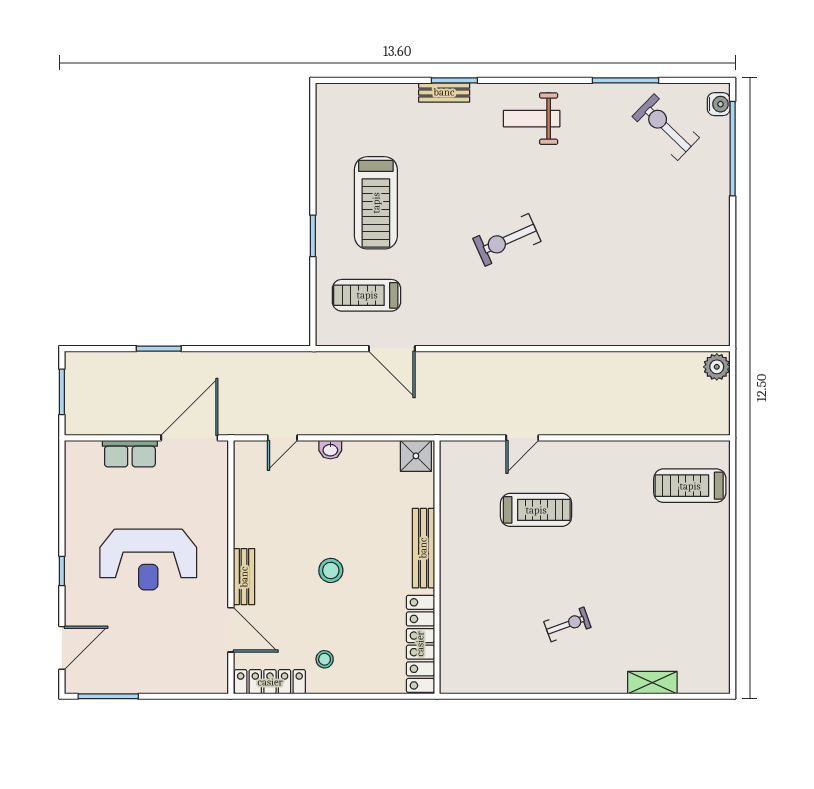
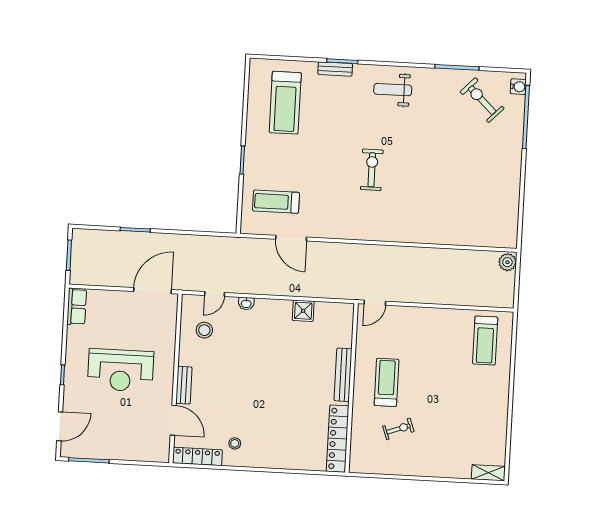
treadmill: (376, 203) -> (285, 103), moved
exercise bike: (507, 240) -> (372, 170), turned 114
row of seats: (130, 454) -> (77, 307), moved, turned -90
treadmill: (690, 486) -> (485, 341), turned -90
treadmill: (536, 510) -> (387, 382), moved, turned -90
bench: (423, 548) -> (343, 375), moved
wall: (437, 567) -> (351, 388), moved
stool: (331, 570) -> (204, 330), moved
locker: (420, 644) -> (338, 439), moved
shelving: (652, 683) -> (488, 473), moved

